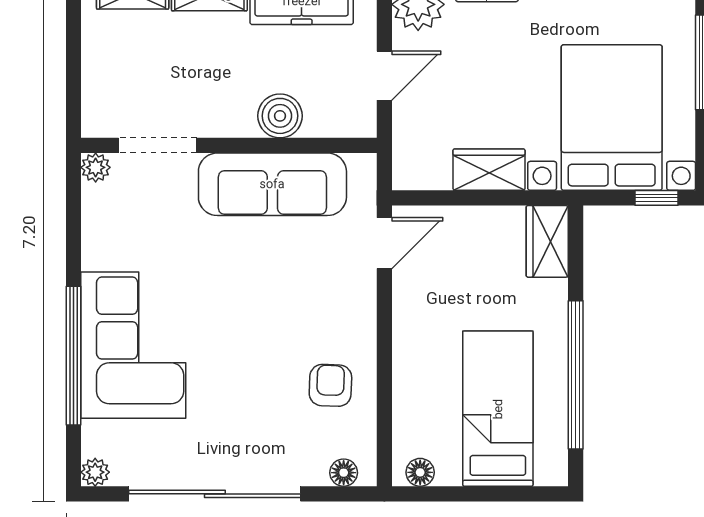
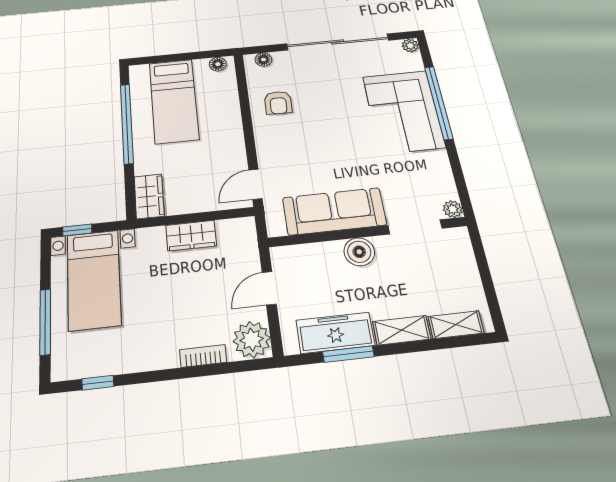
boiler: (280, 116) -> (359, 252), moved
bed with nightstands: (612, 118) -> (94, 279), width x0.73

